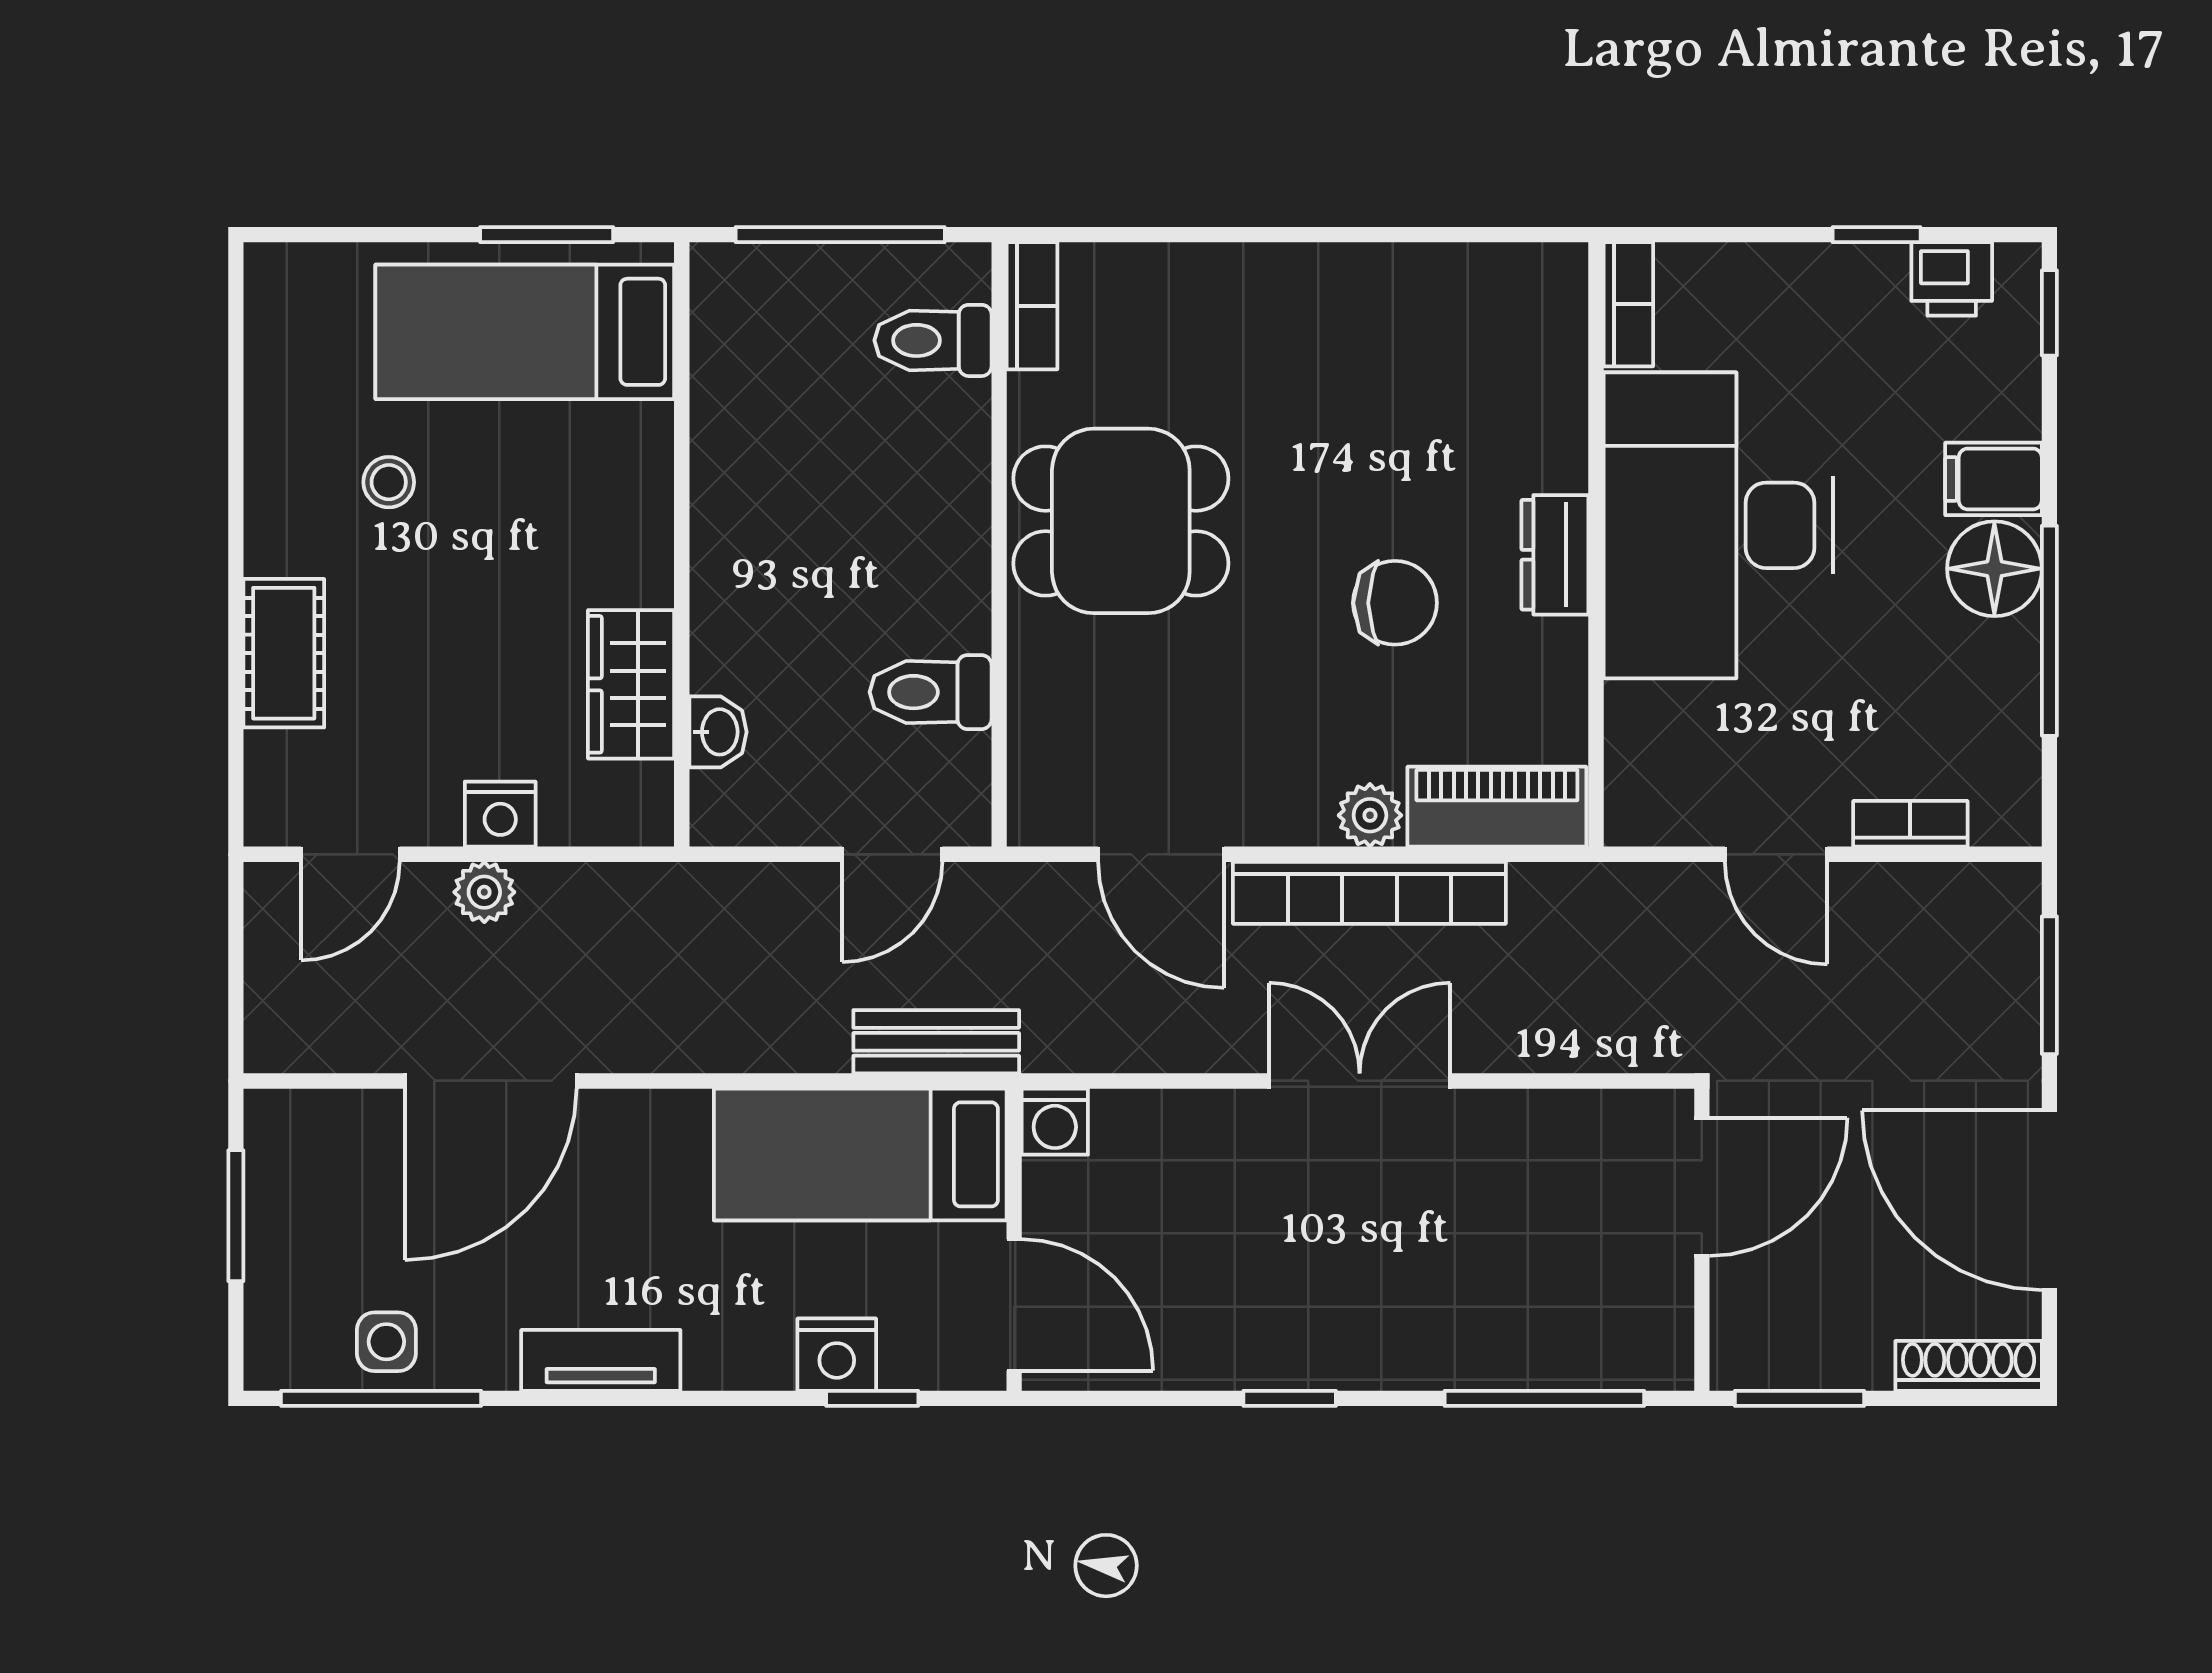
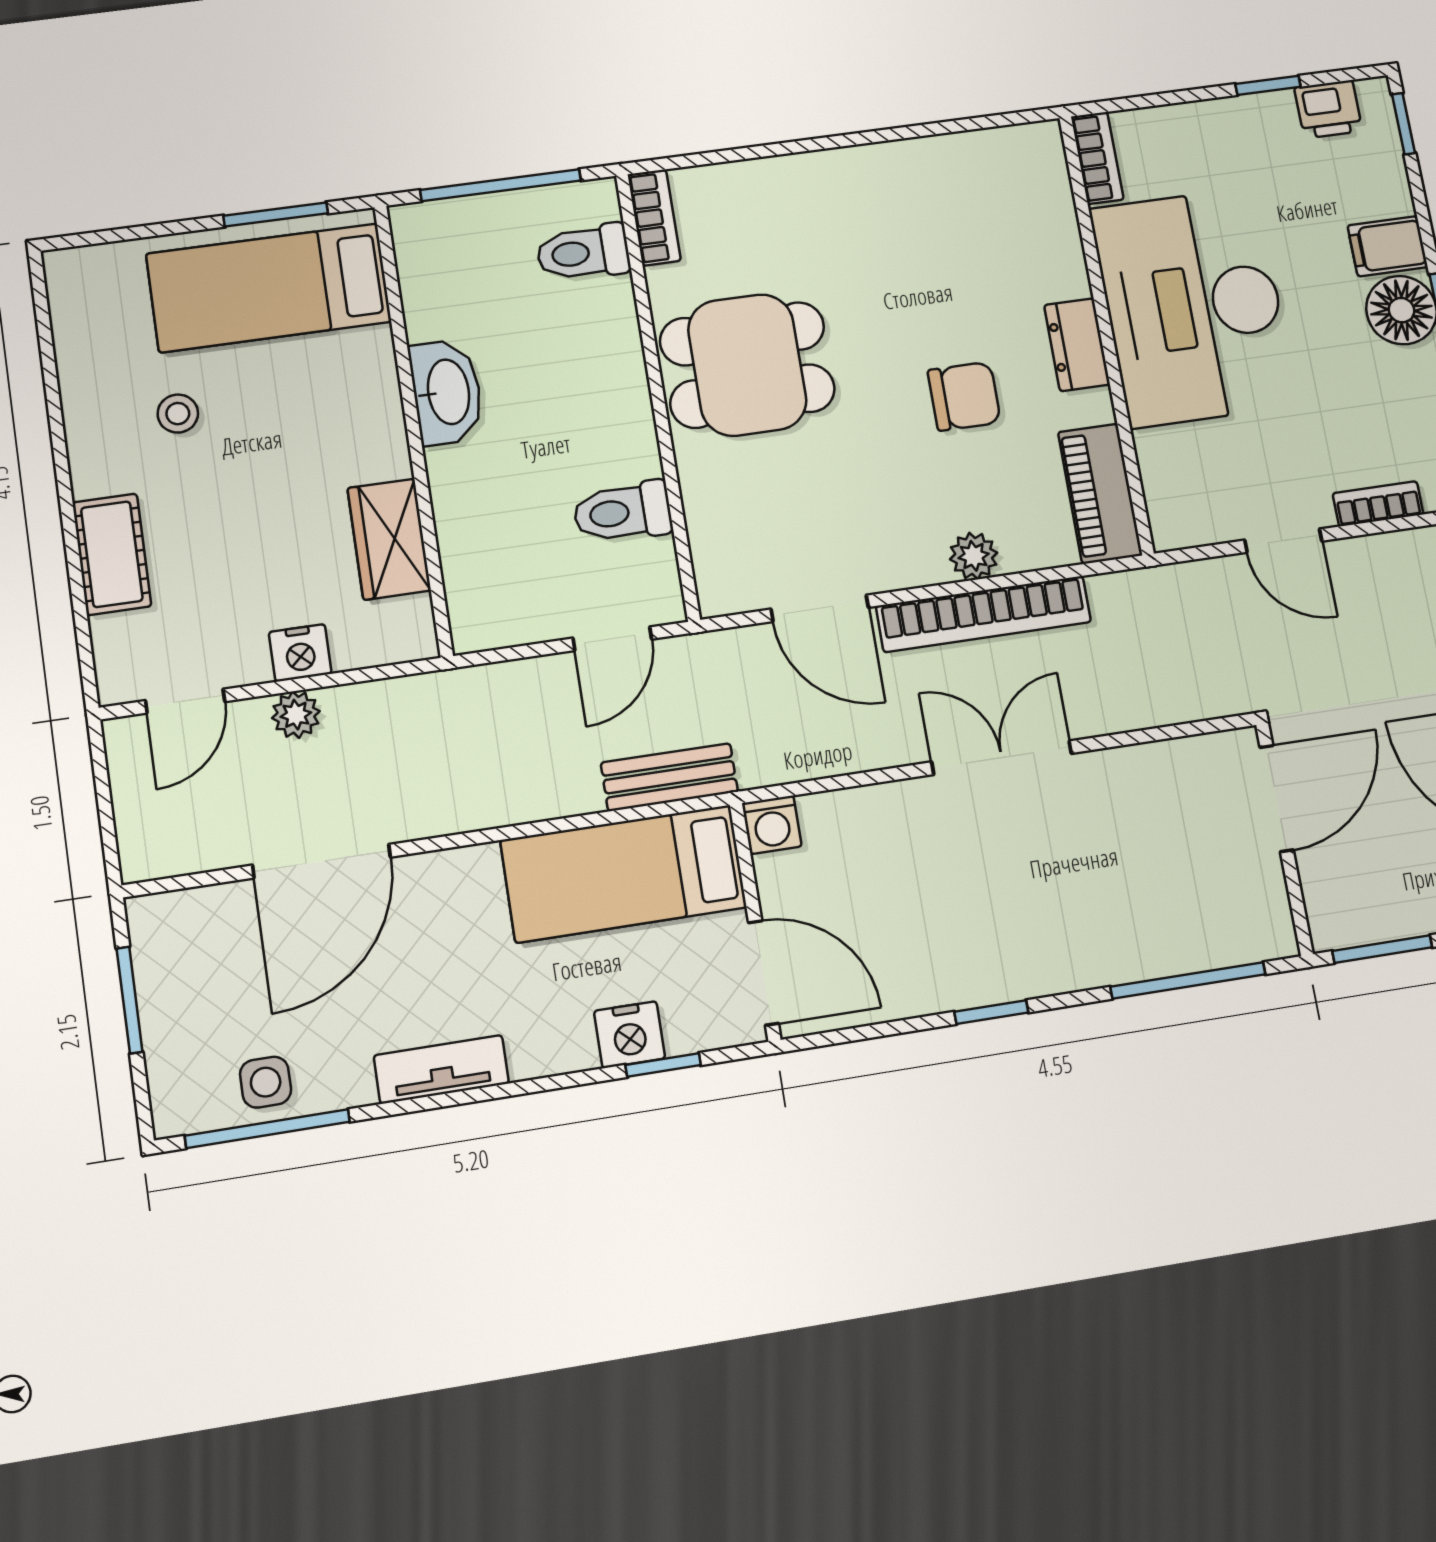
washbasin: (718, 732) -> (447, 392), moved, width x1.91, depth x1.45
piano: (1497, 807) -> (1100, 494), moved, turned -90

